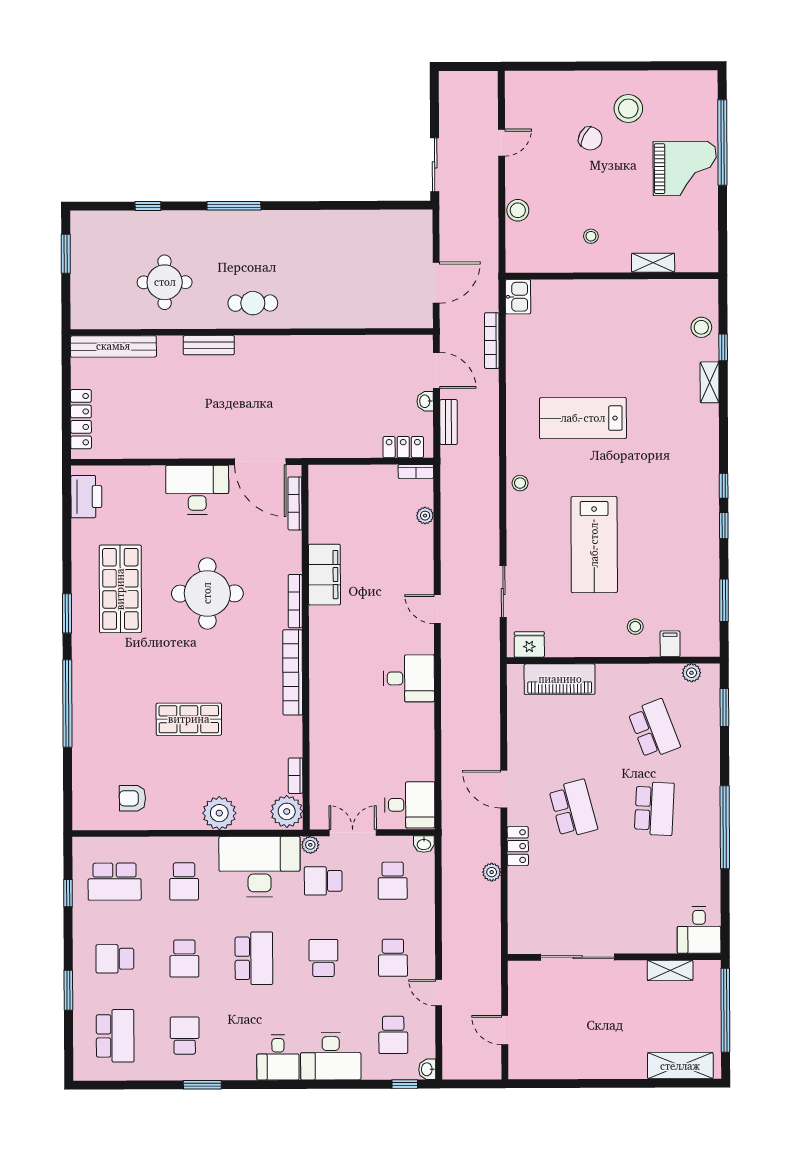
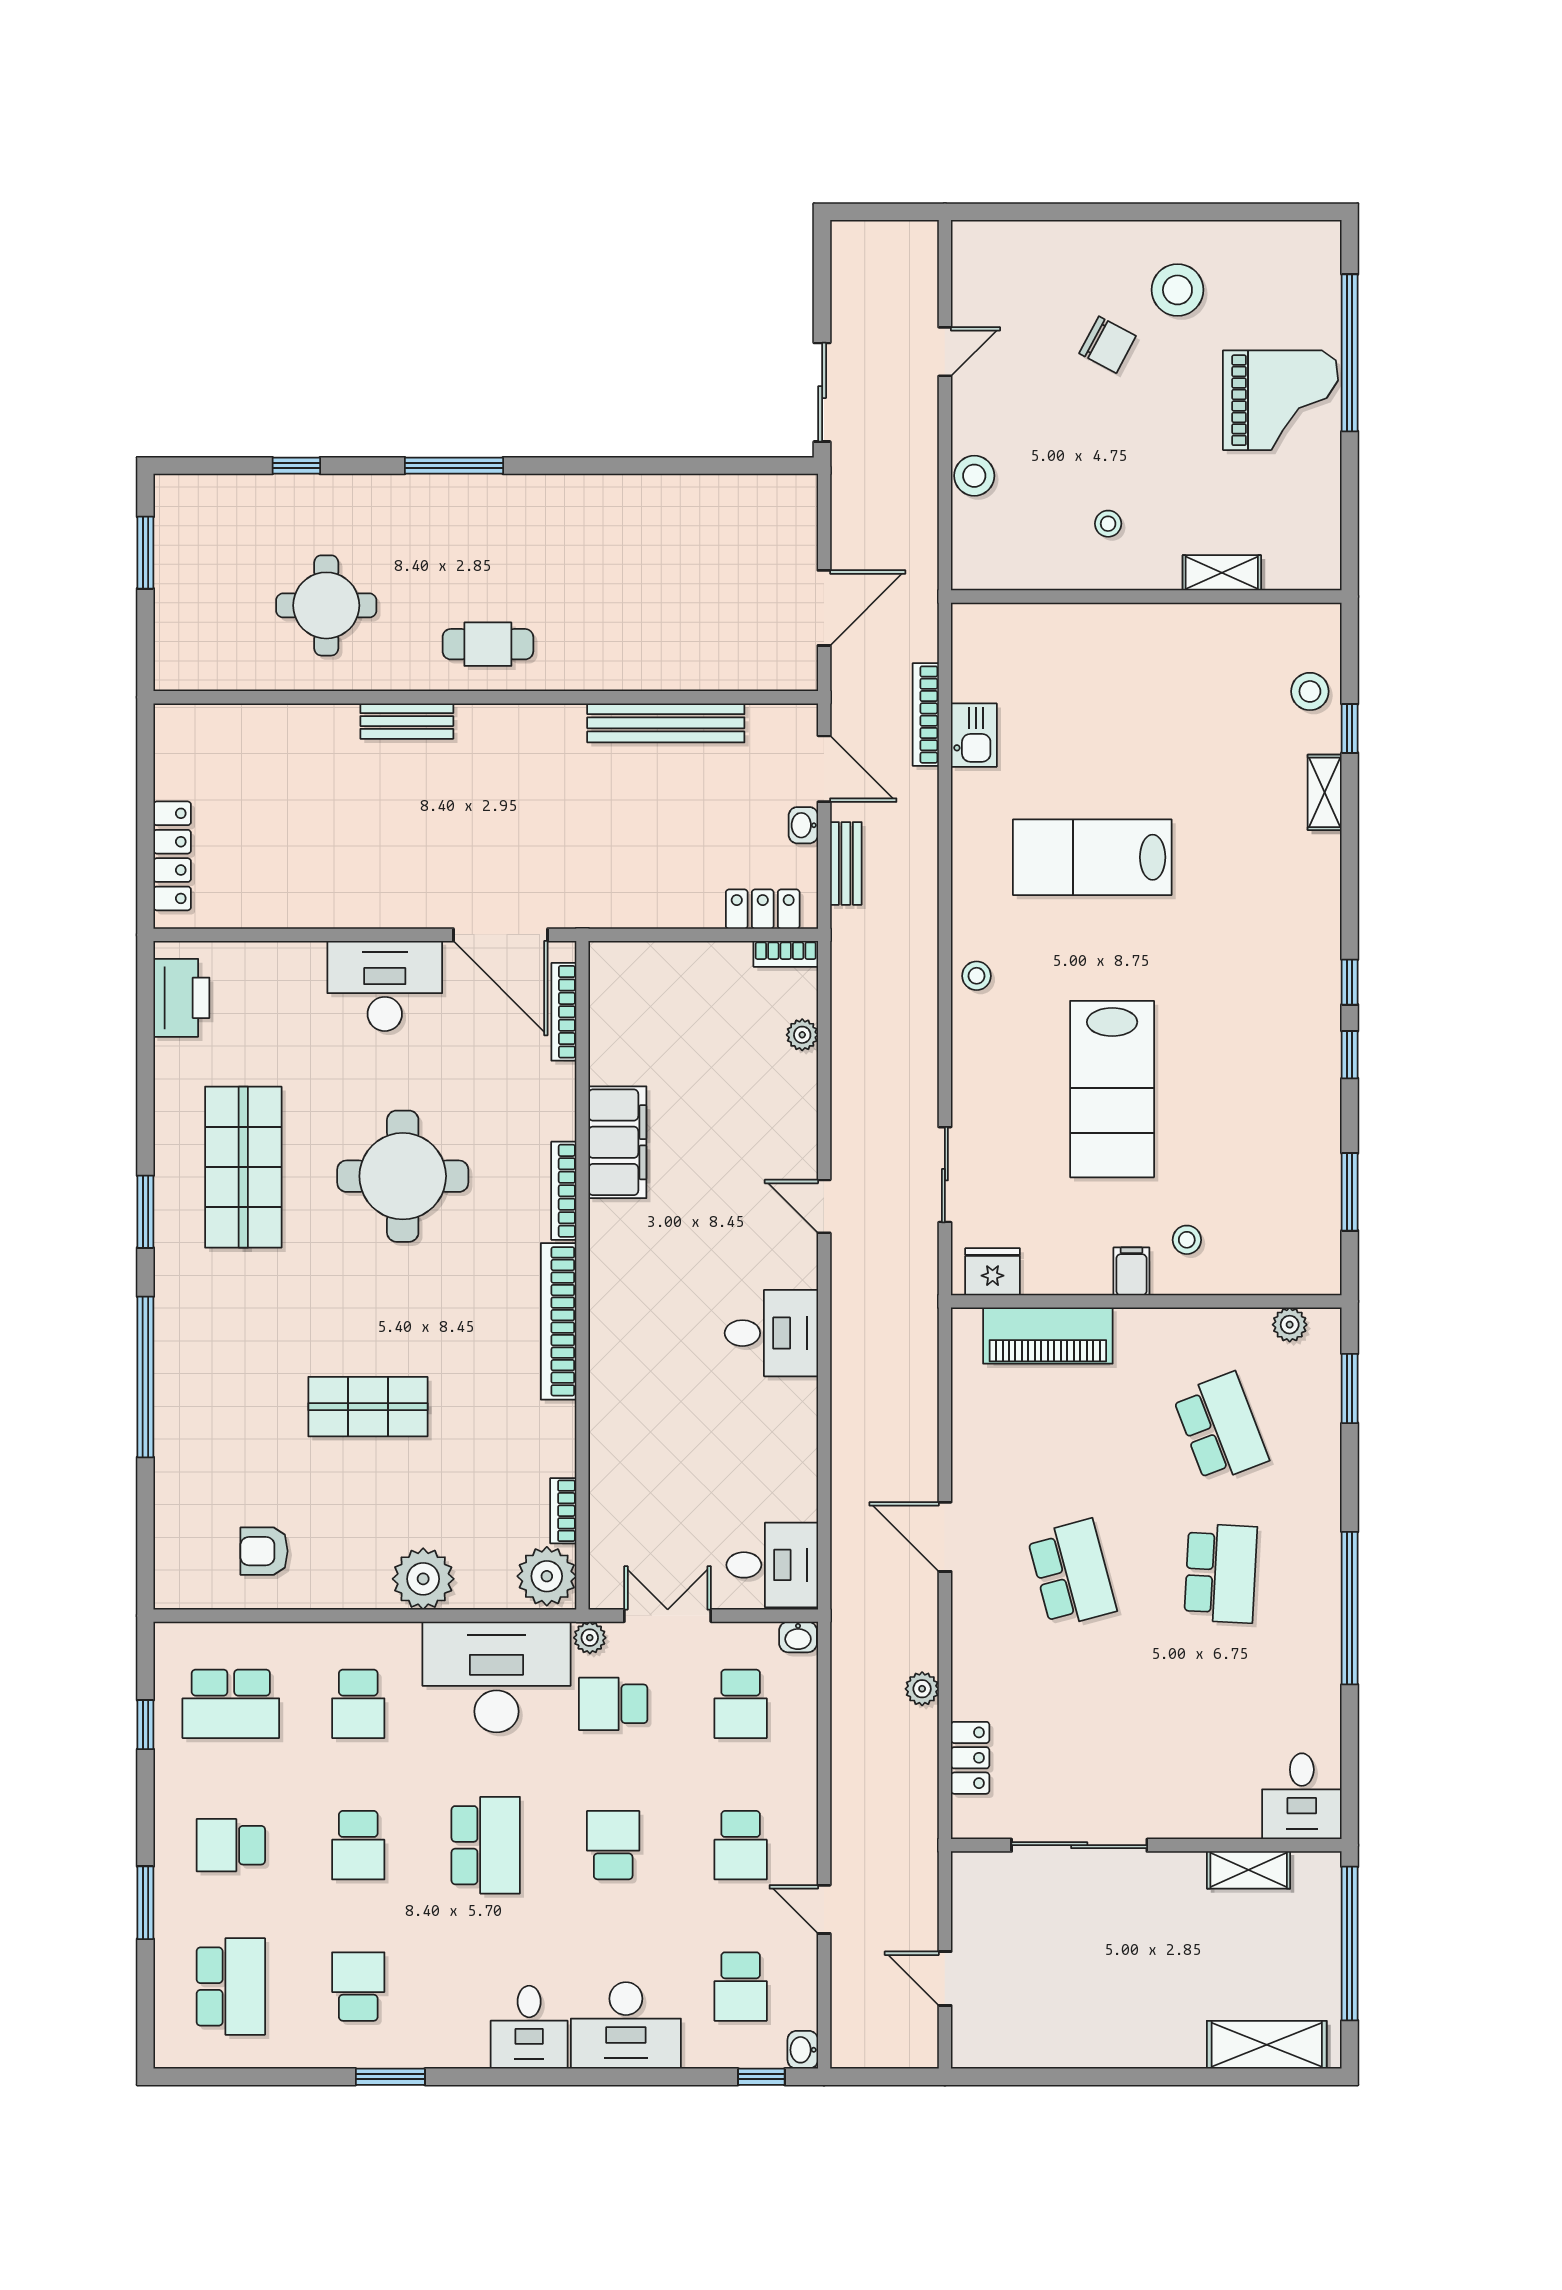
kitchen sink: (518, 297) -> (974, 735), moved
bench: (113, 346) -> (666, 723), moved
filing cabinet: (670, 644) -> (1131, 1271), moved
locker: (518, 846) -> (970, 1758), moved

